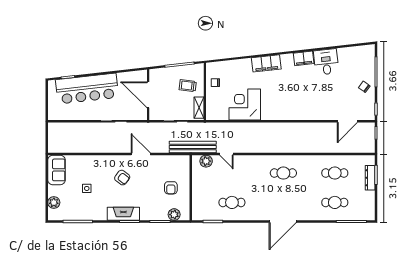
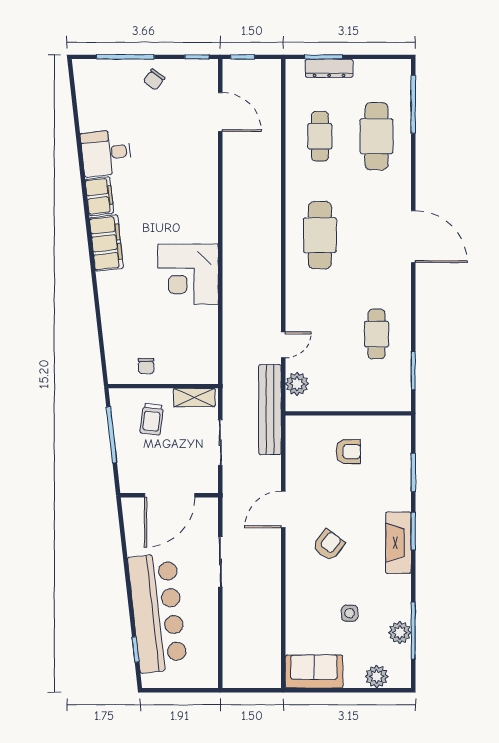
filing cabinet: (266, 63) -> (106, 243), moved
corner desk: (245, 104) -> (188, 274), moved
cafe table: (283, 173) -> (320, 235), width x1.37, depth x1.35
cafe table: (335, 202) -> (377, 136), width x1.37, depth x1.35
plant: (174, 215) -> (400, 632), moved

